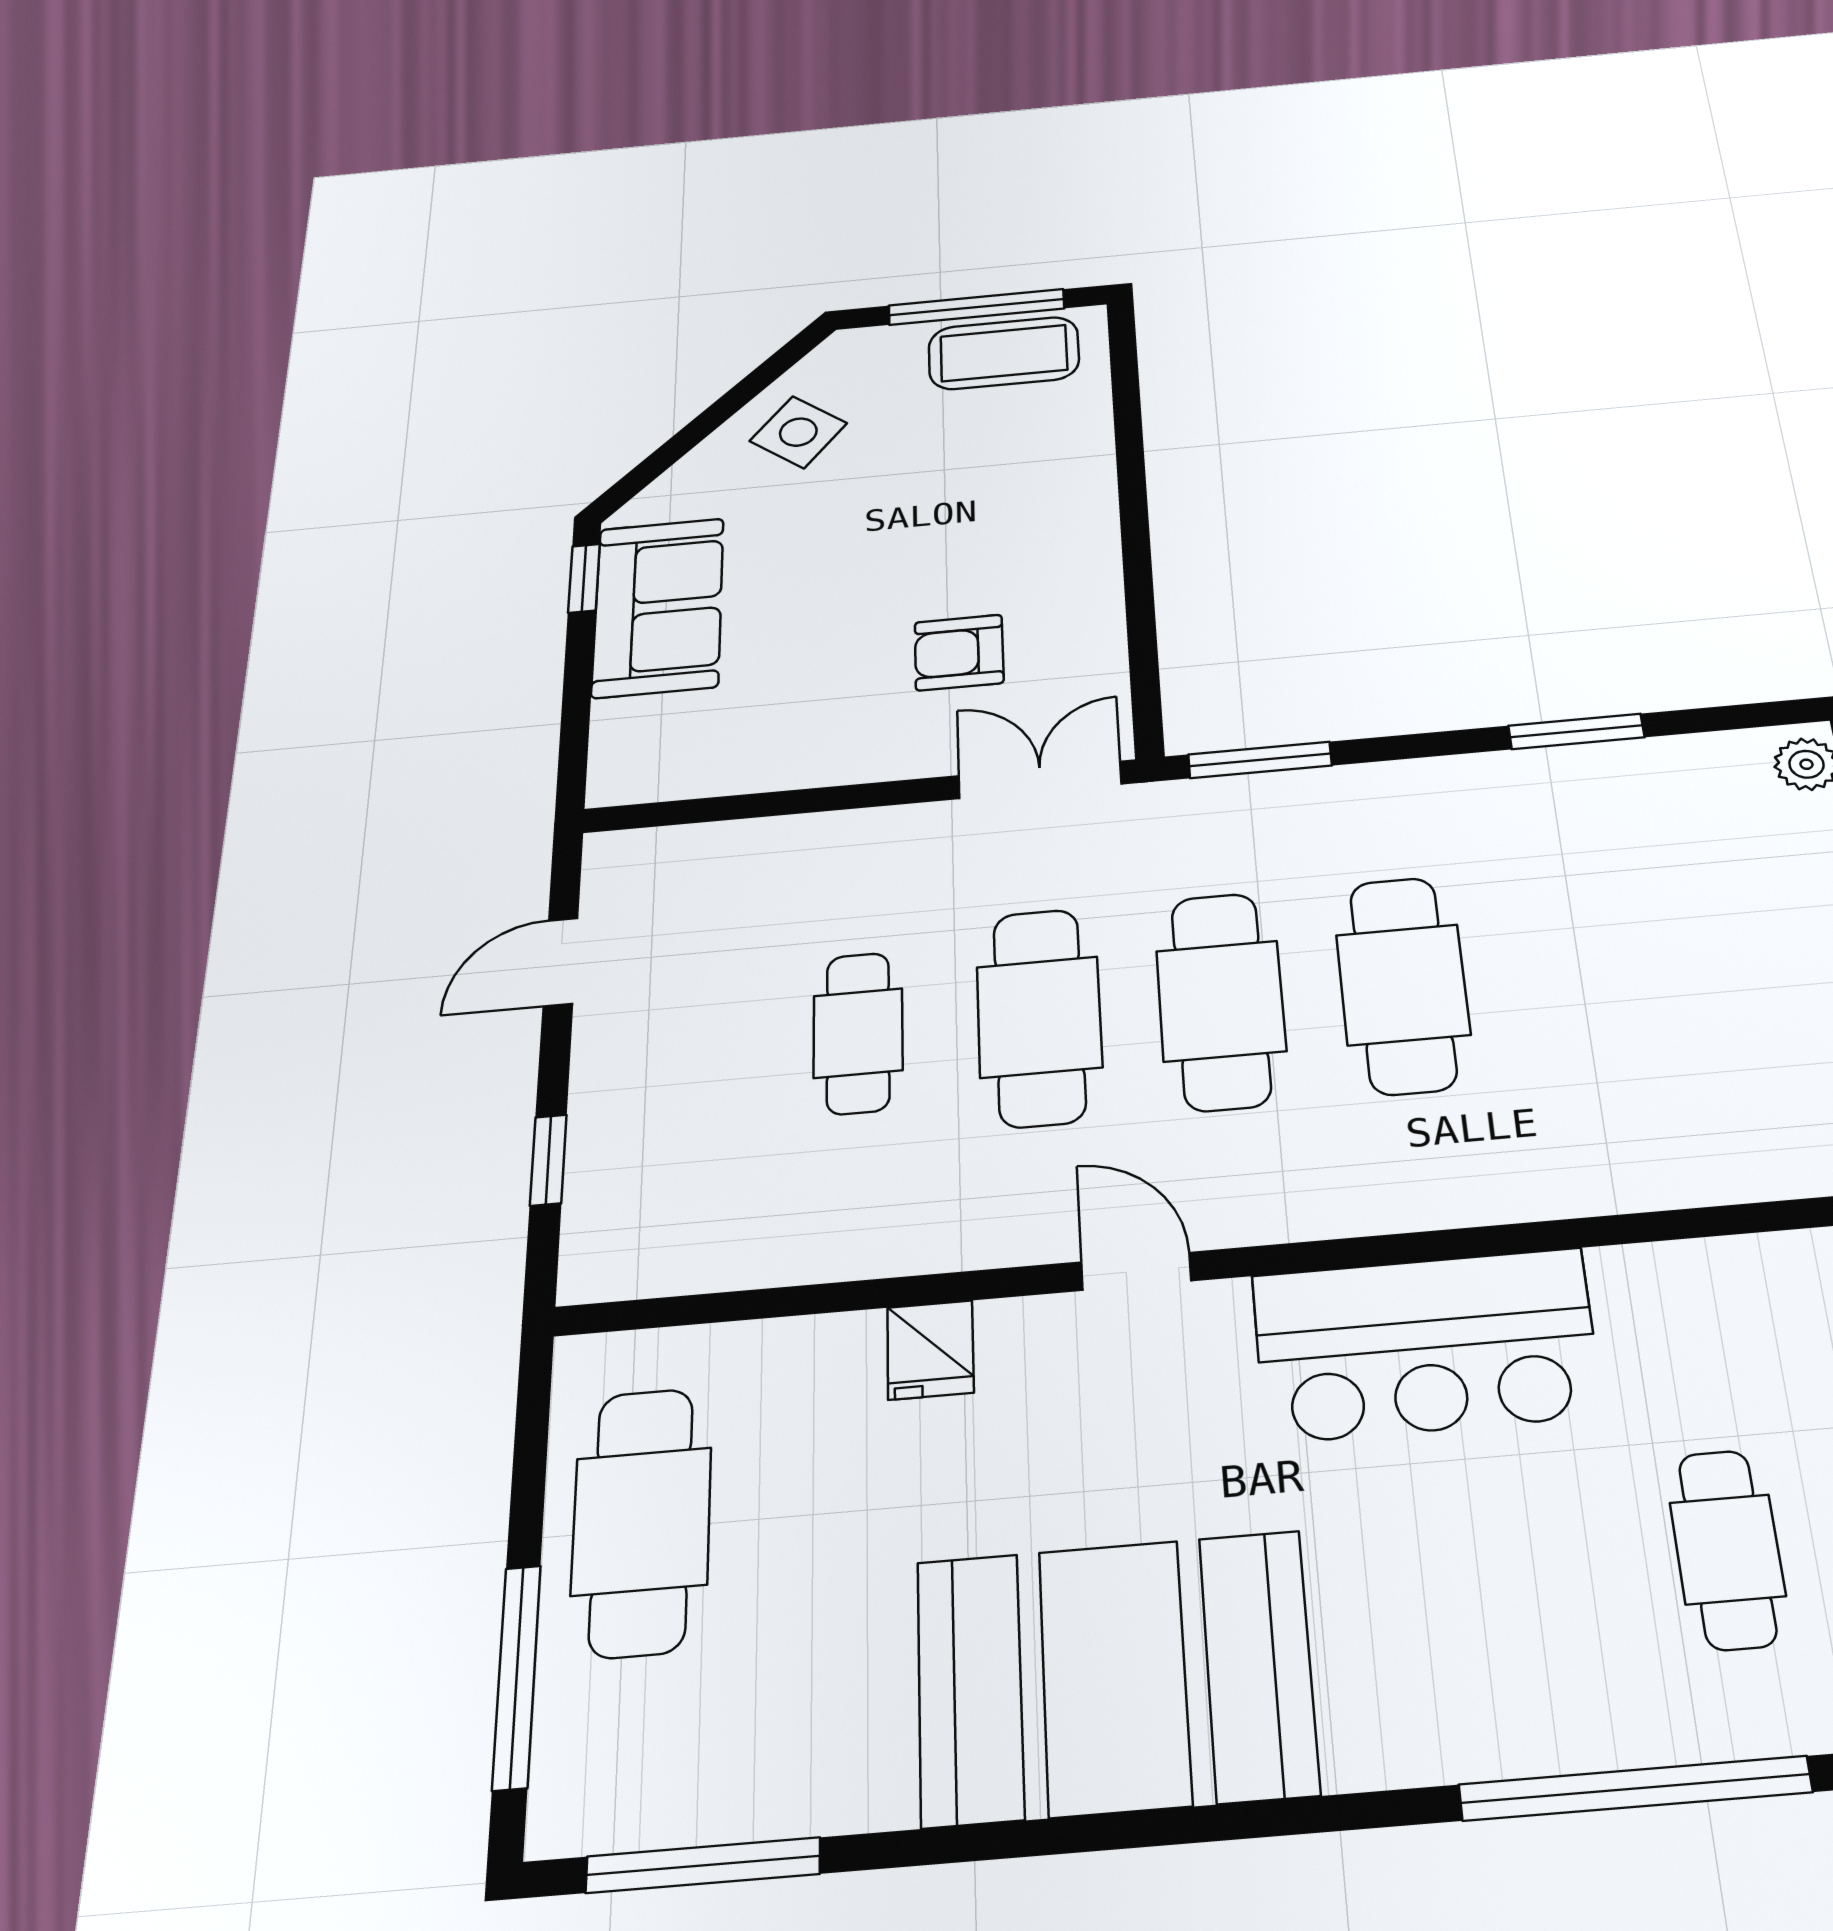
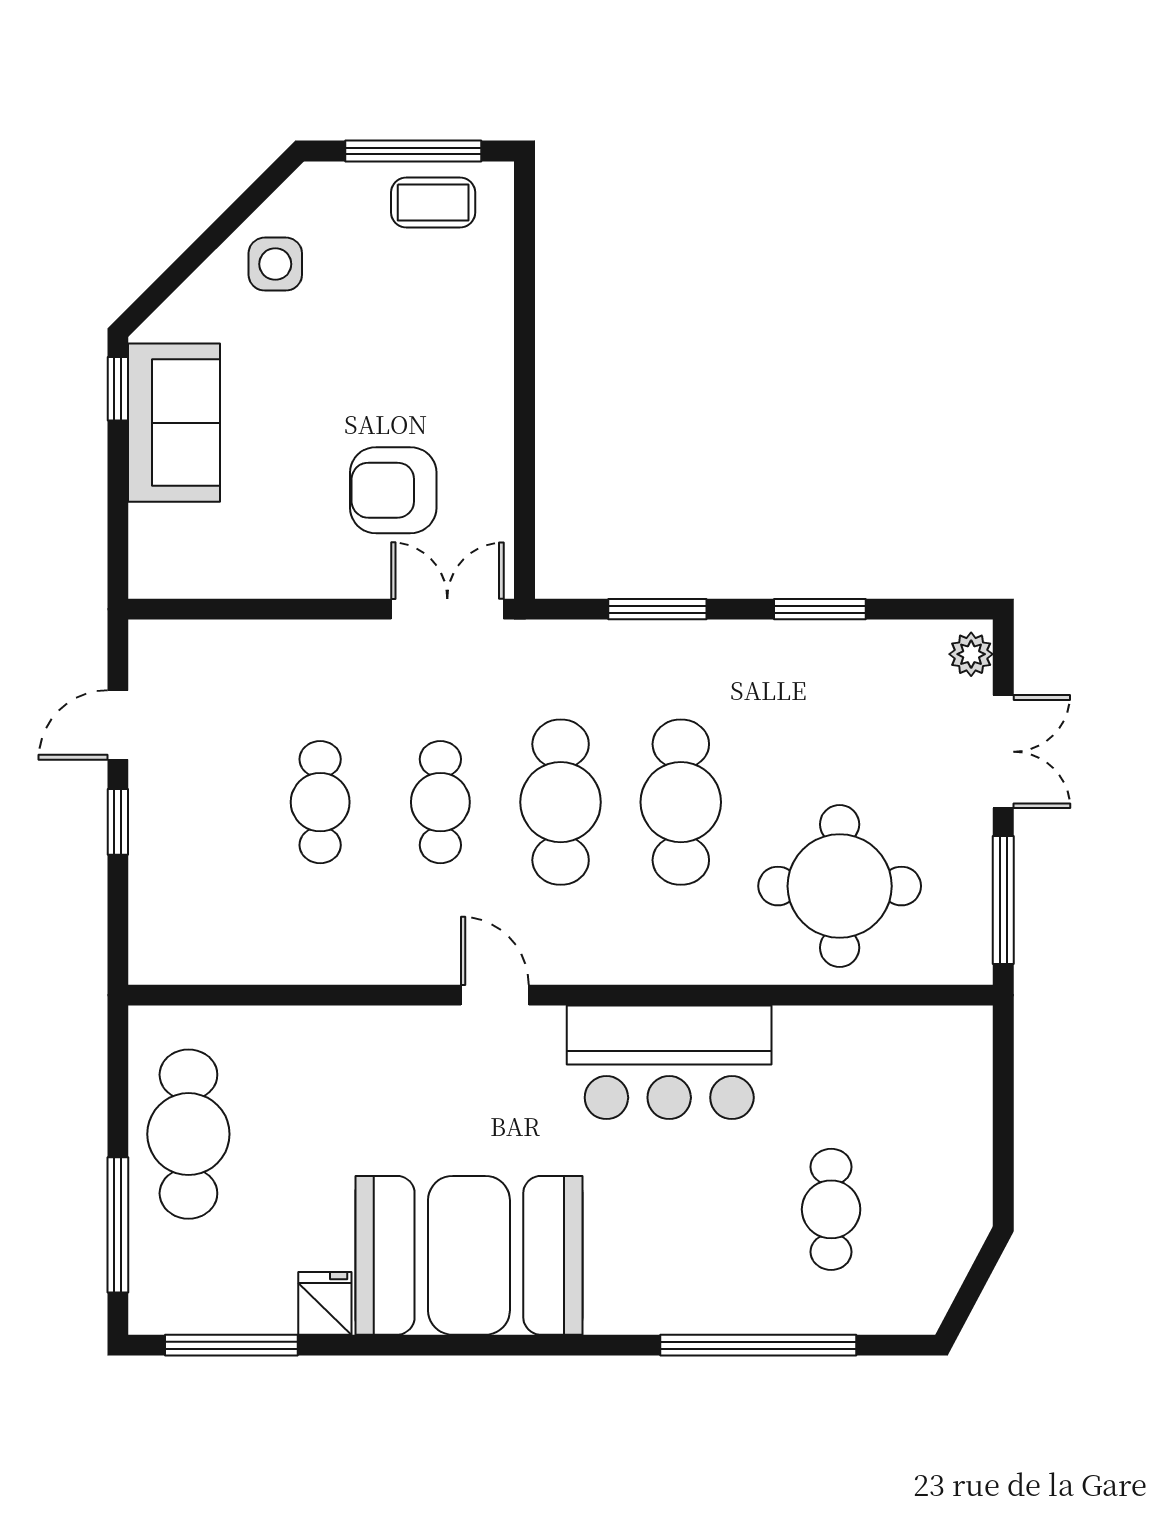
coffee table: (1004, 353) -> (433, 202), width x0.73, depth x0.77
side table: (798, 432) -> (275, 264), turned -38
armchair: (959, 653) -> (393, 490), width x1.38, depth x1.38
window: (1260, 760) -> (657, 609), moved
cafe table: (1039, 1017) -> (440, 802), width x0.73, depth x0.74
round table: (1663, 1073) -> (840, 886), added
window: (548, 1160) -> (118, 822), moved
fridge: (930, 1350) -> (325, 1303), moved, turned 180

